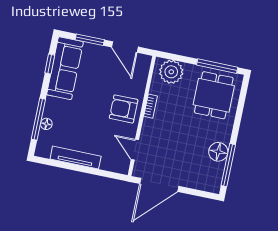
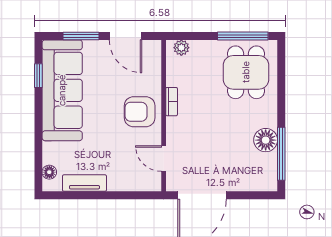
sofa: (65, 68) -> (62, 90), width x1.36, depth x1.27
plant: (171, 72) -> (181, 48), width x0.53, depth x0.53
window: (38, 119) -> (38, 146), removed
floor lamp: (46, 124) -> (49, 172), moved
tv unit: (76, 158) -> (84, 183), width x0.71

